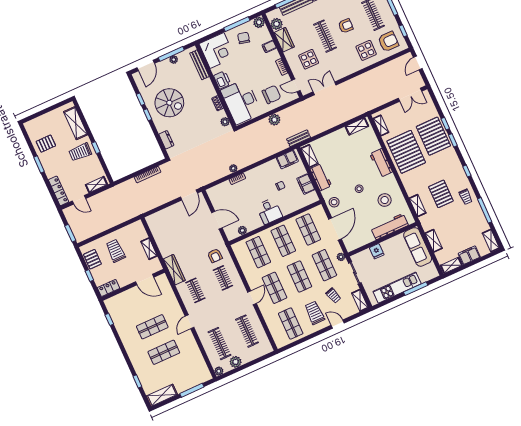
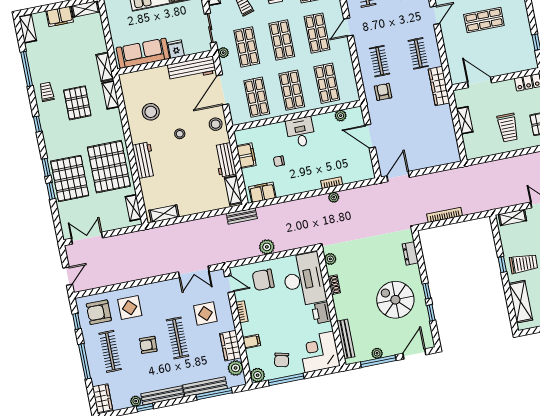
workbench: (390, 227) -> (192, 69), moved
shelving: (434, 241) -> (105, 67), moved
sofa: (418, 247) -> (143, 53), moved, turned -90

